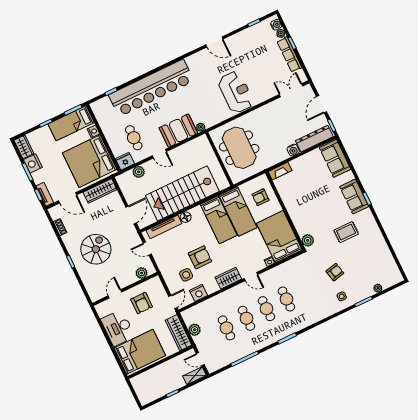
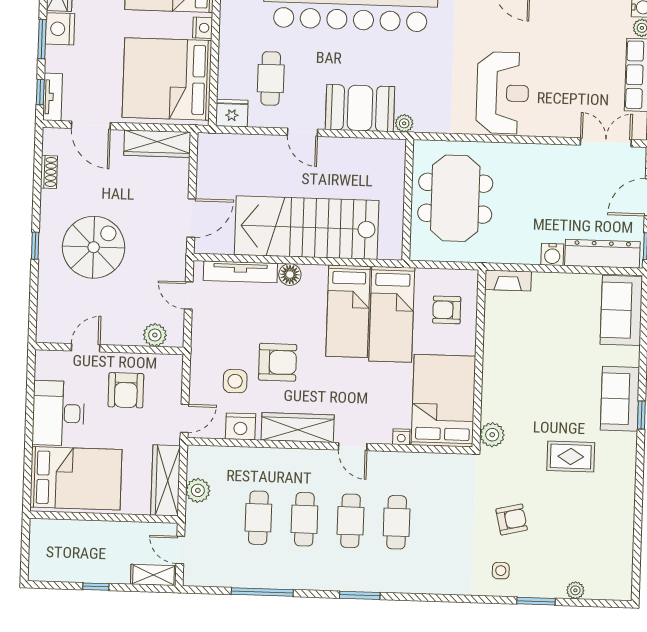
plant: (139, 172) -> (247, 146), removed
wardrobe: (228, 278) -> (298, 428), width x1.50

